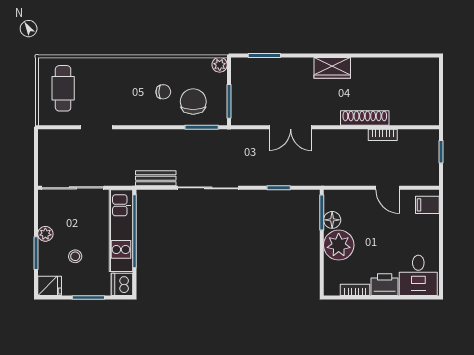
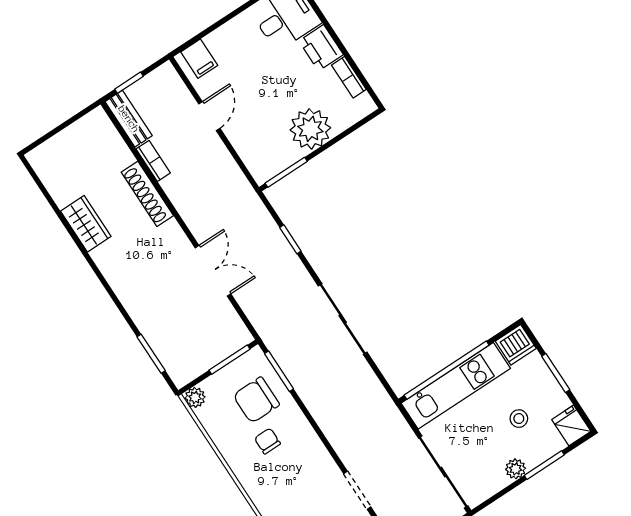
wardrobe: (332, 68) -> (86, 224), moved
bench: (156, 178) -> (129, 119), moved
floor lamp: (332, 220) -> (287, 155), removed

